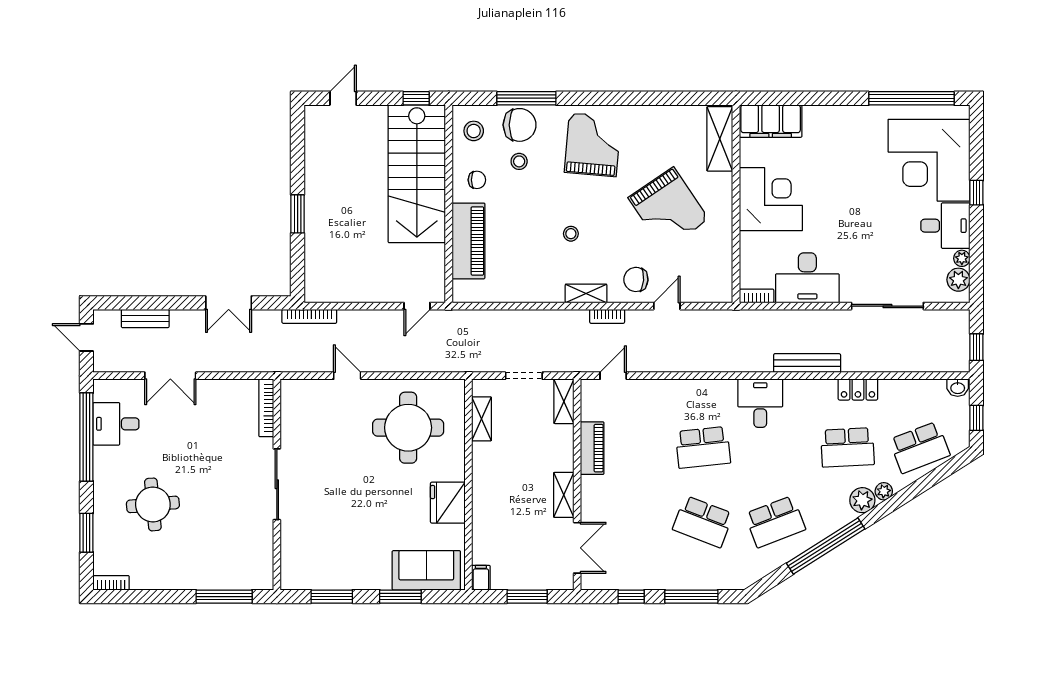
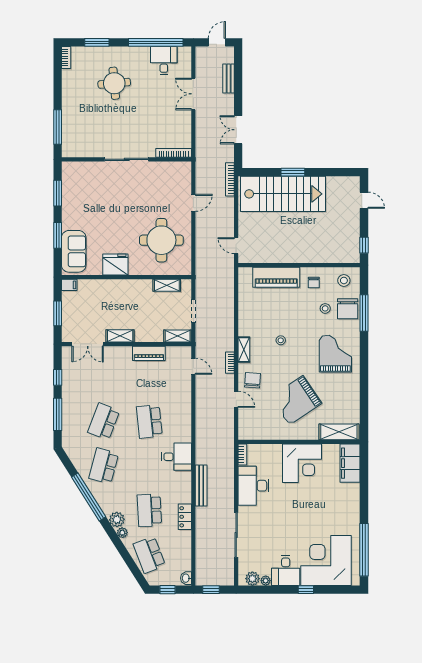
grand piano: (593, 145) -> (335, 354), turned -95
stairs: (417, 174) -> (283, 194), moved, turned 180
school desk: (775, 522) -> (104, 466), turned 36

